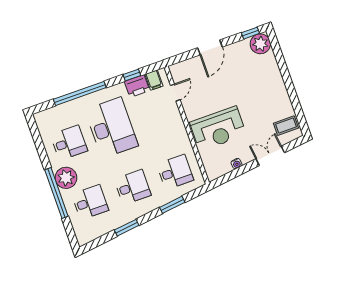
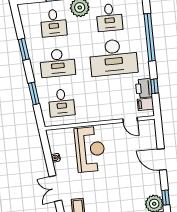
reception desk: (218, 129) -> (90, 149), turned 180
double door: (270, 156) -> (55, 189), swing flipped
desk: (132, 187) -> (58, 63), width x1.37

